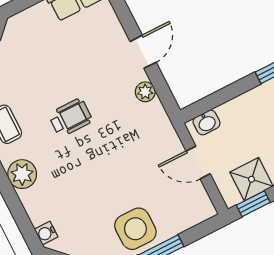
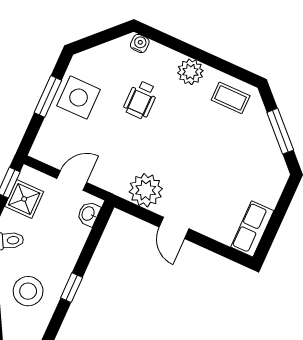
plant: (145, 92) -> (146, 190), width x1.88, depth x1.88
wheelchair: (70, 118) -> (141, 100), moved

